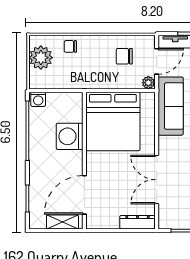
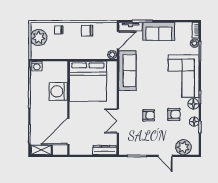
chair: (124, 56) -> (87, 31), moved
double door: (157, 180) -> (118, 121), width x0.73
shelving: (62, 222) -> (41, 150), moved

